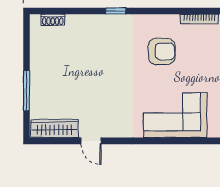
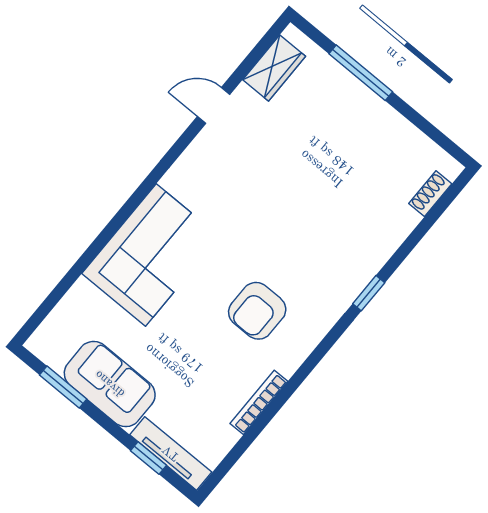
wardrobe: (54, 129) -> (274, 68), width x0.67

